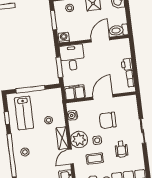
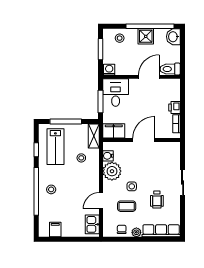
chair: (108, 120) -> (146, 166), removed
shelving: (62, 138) -> (94, 136), moved
plant: (79, 140) -> (112, 171), moved

